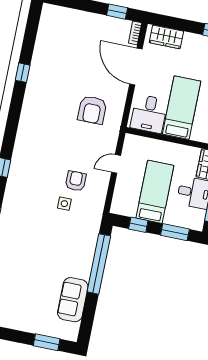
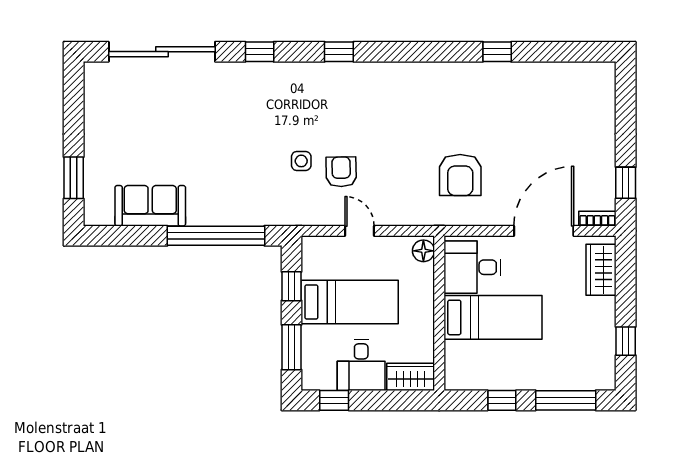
armchair: (92, 110) -> (460, 175), turned -90
floor lamp: (133, 141) -> (423, 251), added
door: (116, 164) -> (360, 231), moved
armchair: (76, 181) -> (341, 172), turned -91

